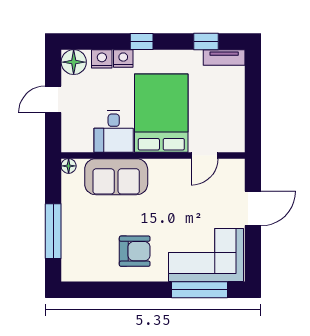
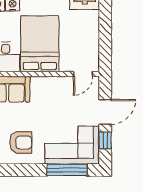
door: (205, 156) -> (83, 74), moved
window: (253, 248) -> (105, 140), added

